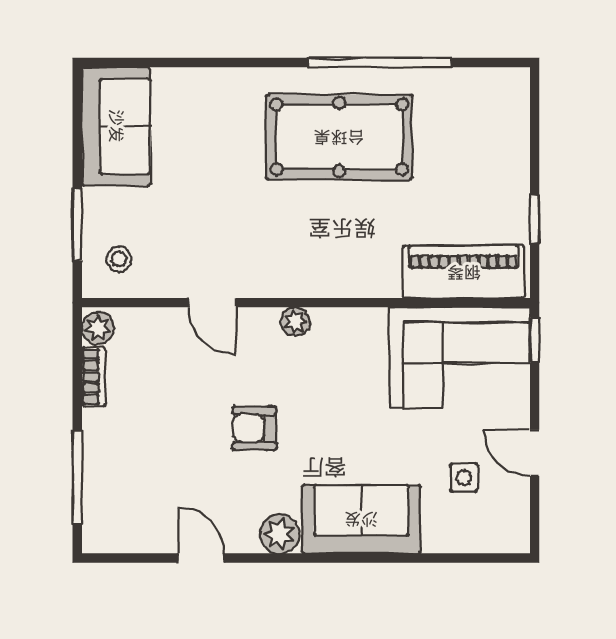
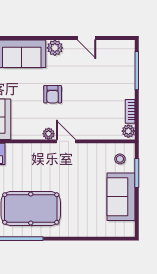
sofa: (116, 126) -> (121, 197), moved
door: (212, 303) -> (66, 141), moved
armchair: (255, 428) -> (53, 94), moved, turned 90

